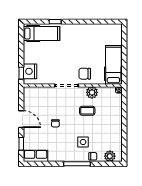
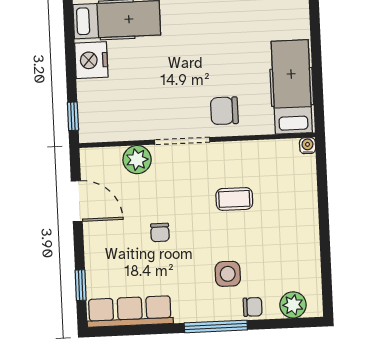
nightstand: (30, 71) -> (91, 60), moved
plant: (92, 92) -> (137, 160), moved
door: (21, 119) -> (77, 201), moved
row of seats: (36, 156) -> (130, 312), width x1.48

